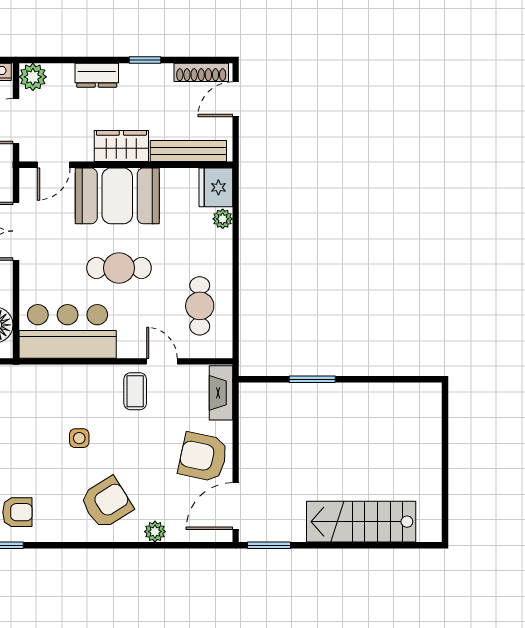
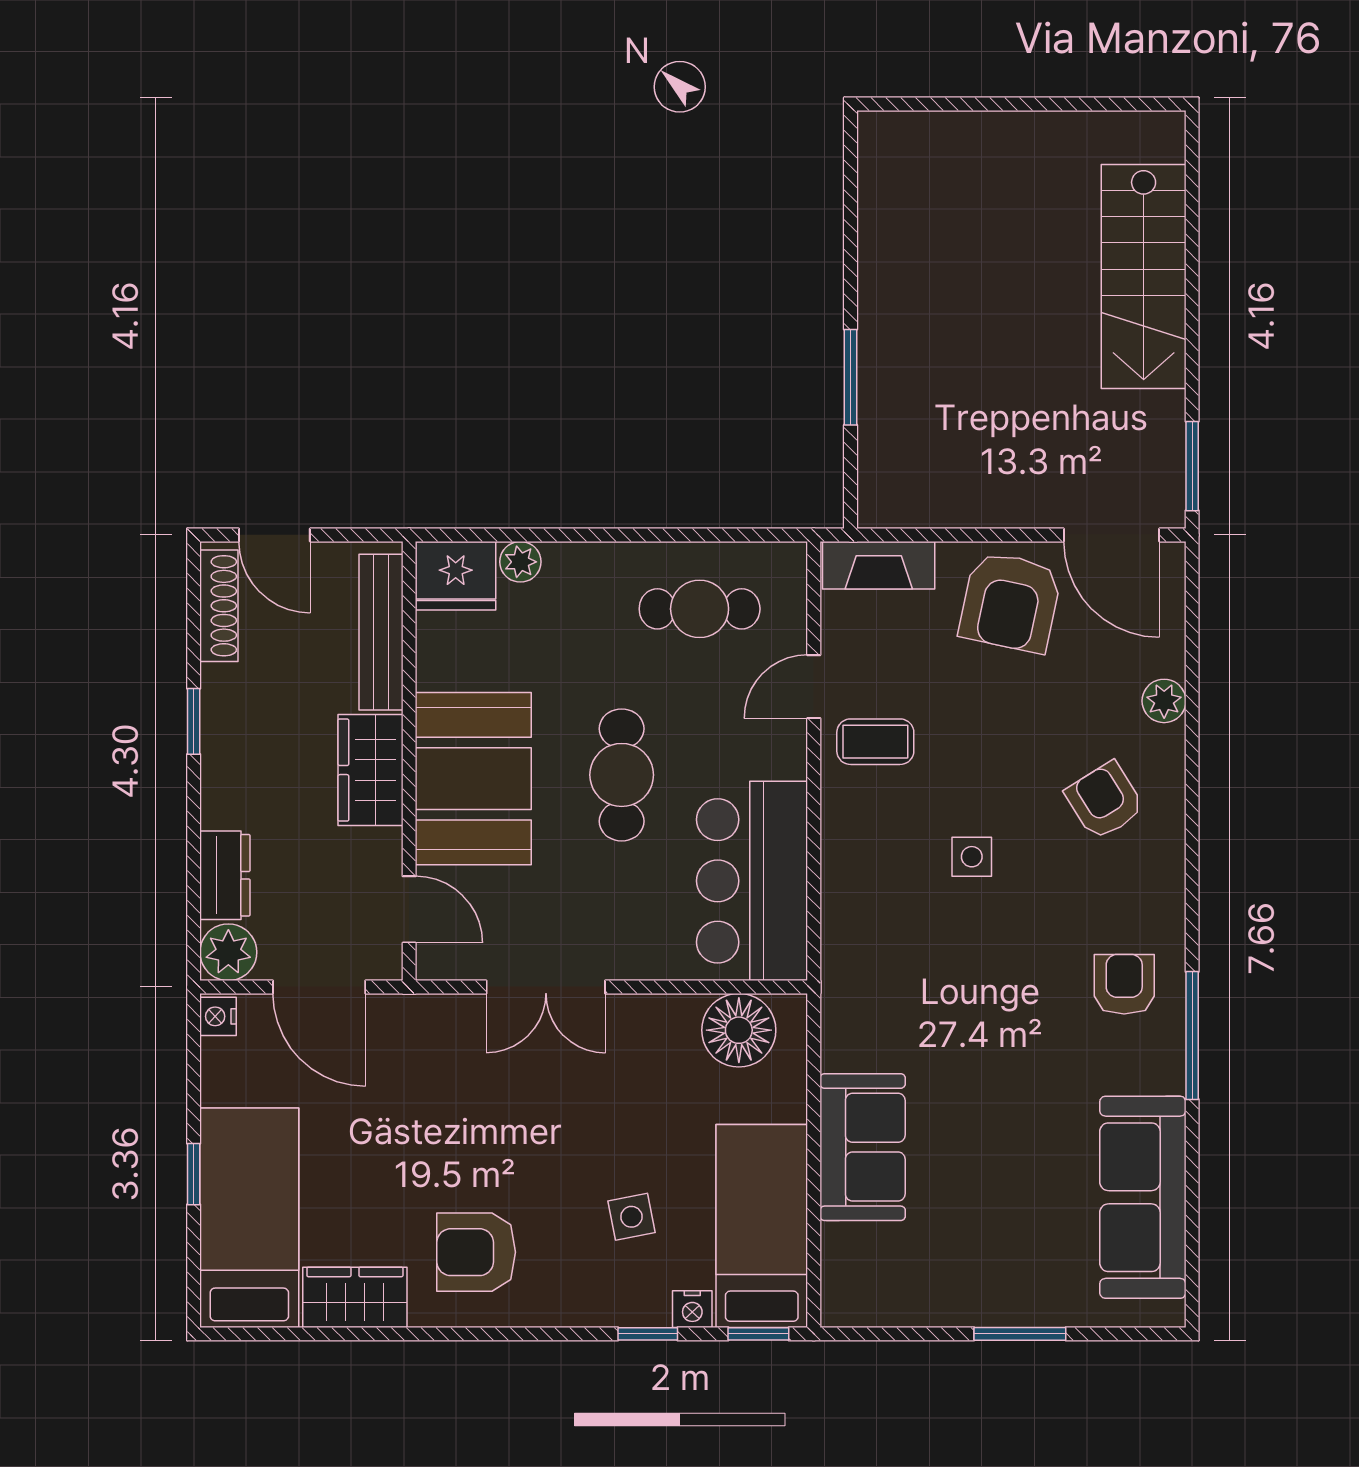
dresser: (97, 75) -> (225, 875), moved
armchair: (106, 503) -> (1105, 801), width x0.72, depth x0.72

